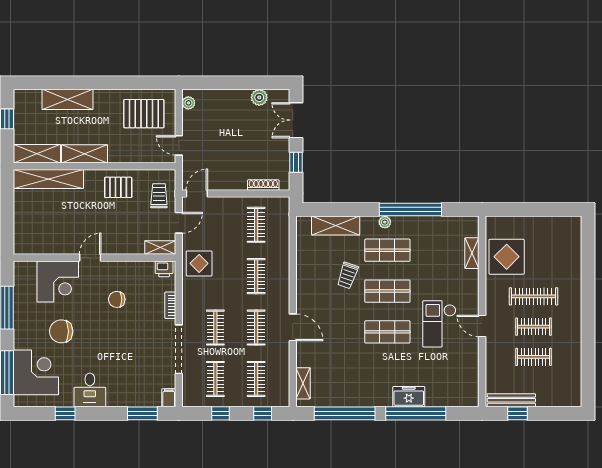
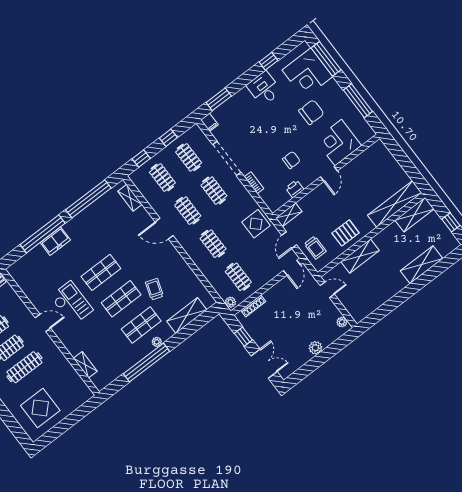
plant: (259, 97) -> (315, 348), moved
pallet: (144, 114) -> (365, 293), removed
shelving: (85, 154) -> (360, 256), moved
plant: (283, 206) -> (230, 302), added
display table: (507, 257) -> (40, 408), moved
printer: (164, 269) -> (295, 189), moved

